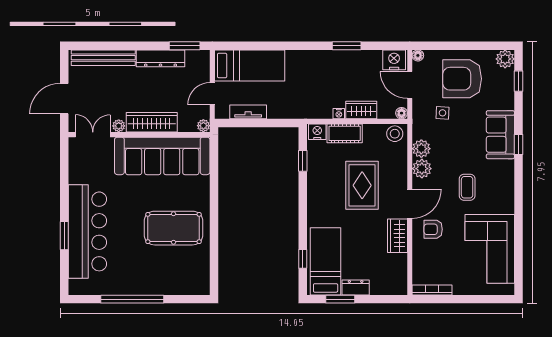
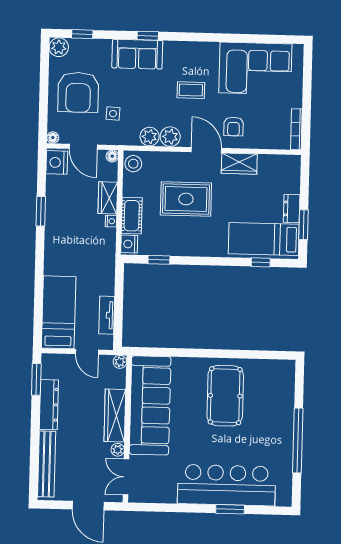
door: (410, 85) -> (83, 147), hinge flipped

